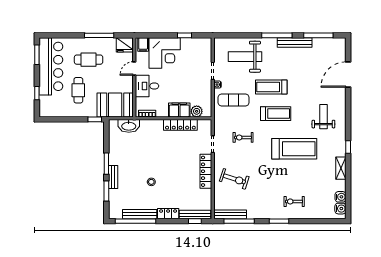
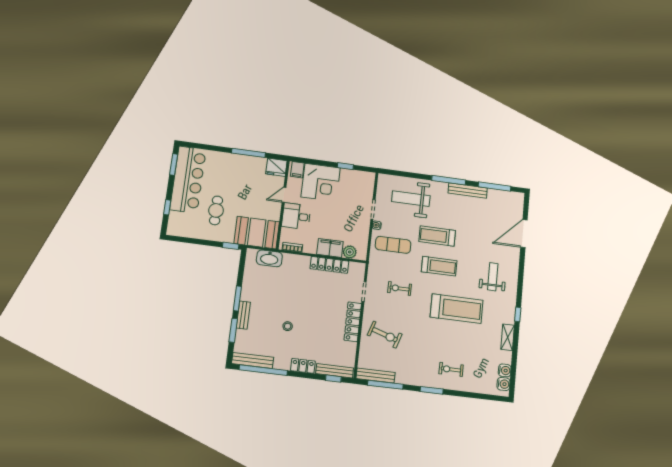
cafe table: (89, 60) -> (233, 178), removed
bench: (140, 214) -> (253, 360), moved

